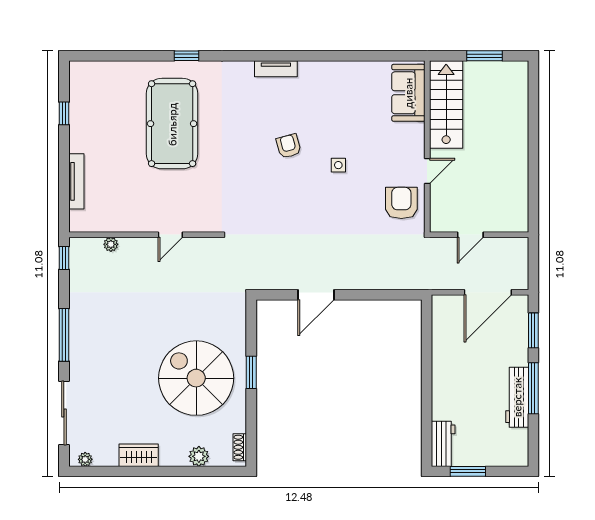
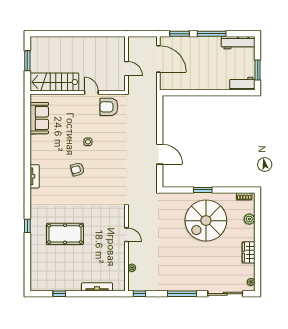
sofa: (408, 93) -> (39, 118), moved, turned -90
pool table: (172, 124) -> (65, 234), width x0.73, depth x0.76
workbench: (517, 397) -> (238, 43), moved

